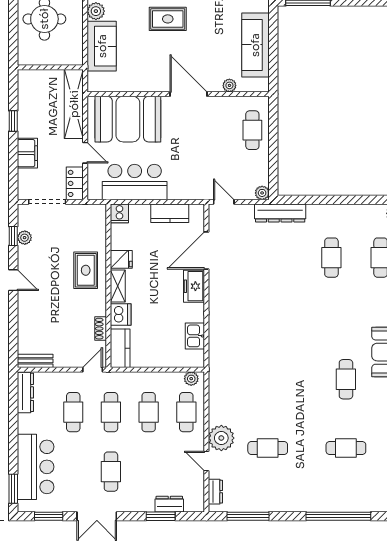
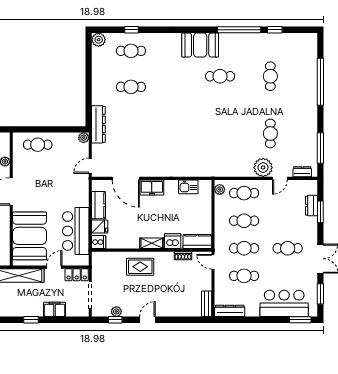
fridge: (121, 259) -> (100, 227), moved, turned 90

